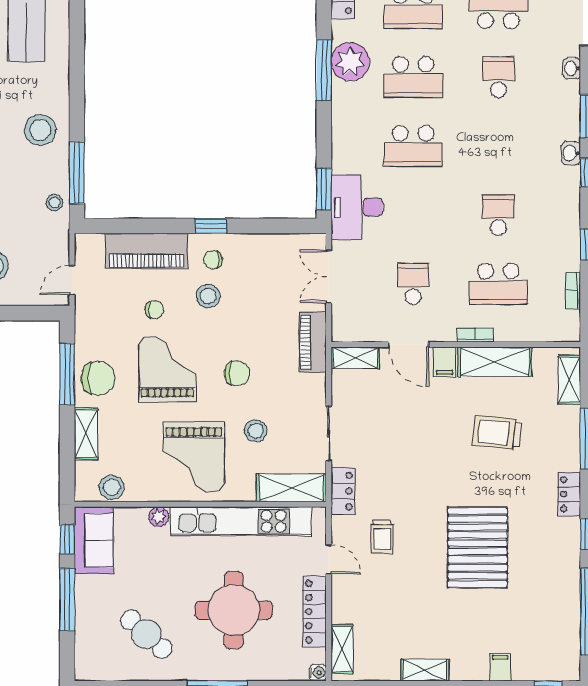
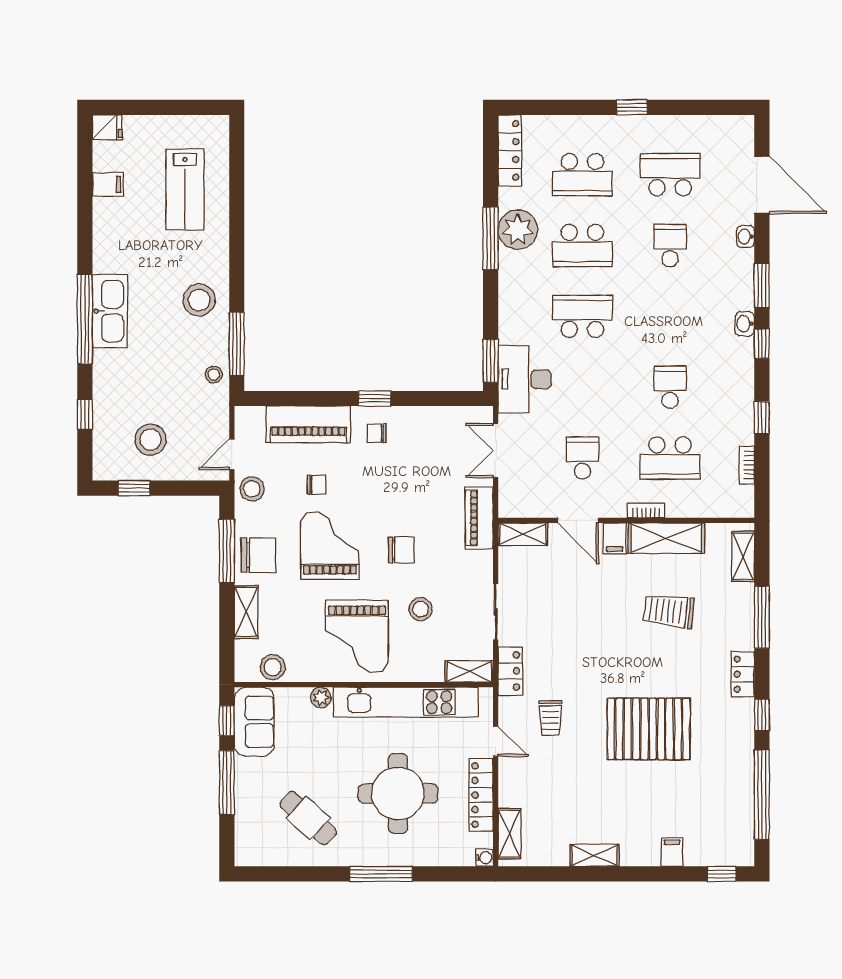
school desk: (413, 146) -> (582, 316), turned 180
stool: (208, 296) -> (252, 489), moved
shelving: (291, 488) -> (469, 671), width x0.67, depth x0.75
pallet: (478, 547) -> (649, 729), turned 90

